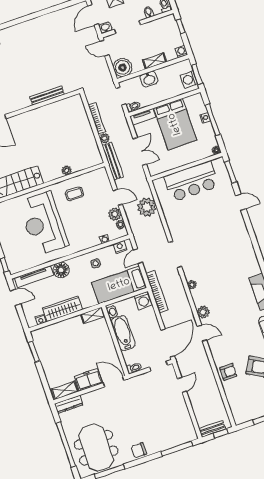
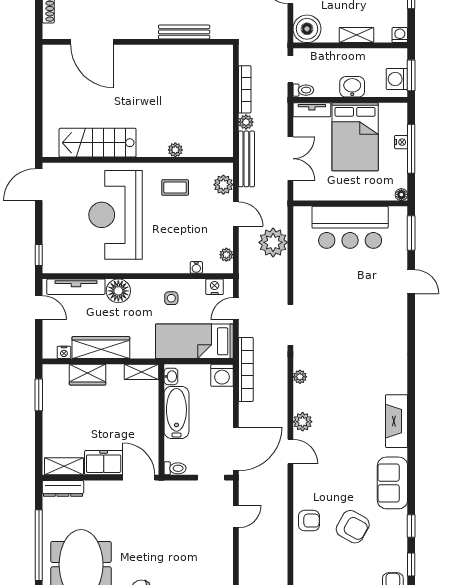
washbasin: (149, 79) -> (352, 87), moved, turned 180
plant: (115, 214) -> (223, 185), moved
wardrobe: (60, 329) -> (88, 375), added

